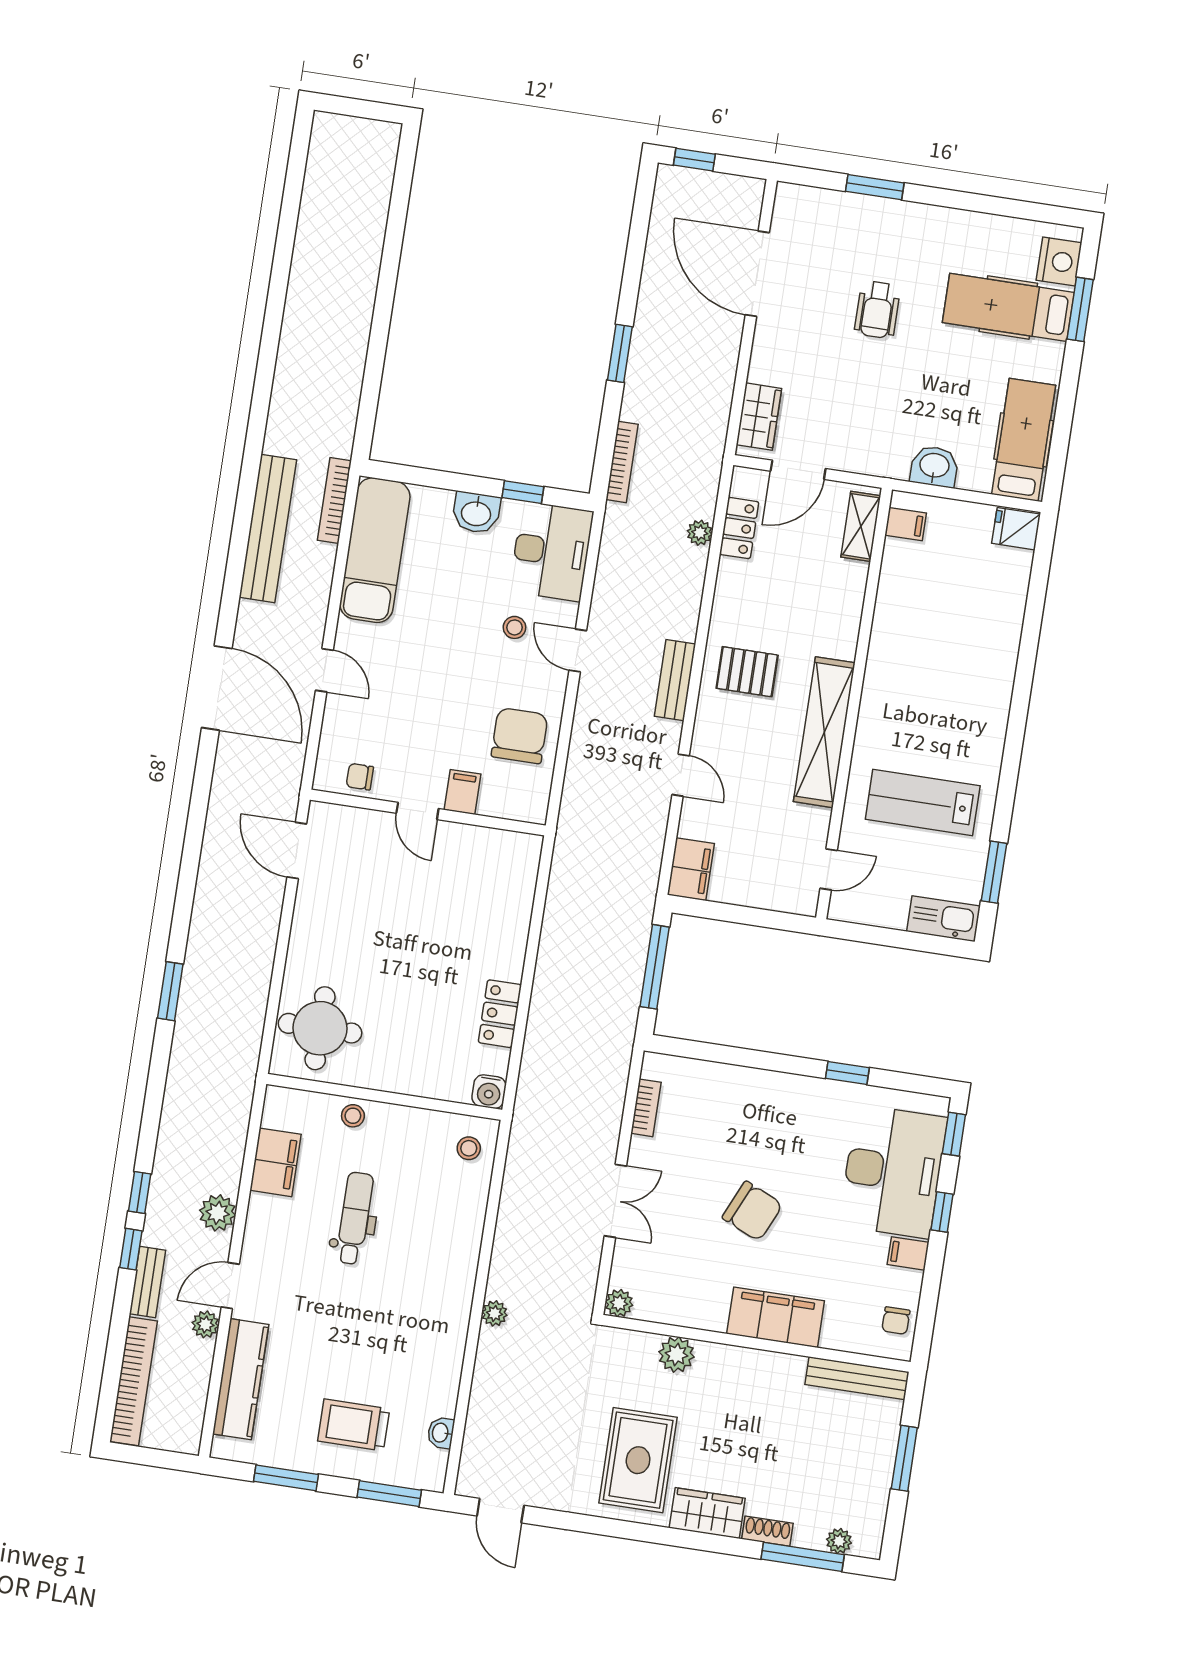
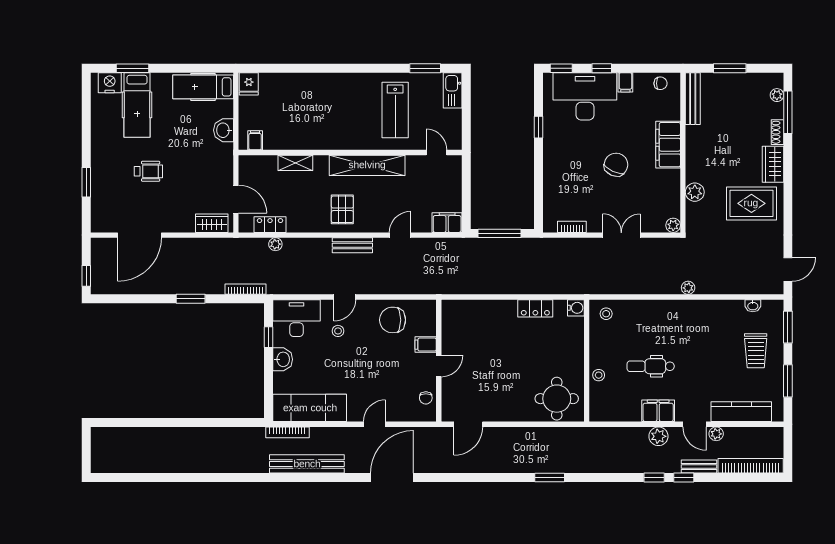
shelving: (861, 526) -> (295, 163), moved
filing cabinet: (275, 1162) -> (658, 411), moved

